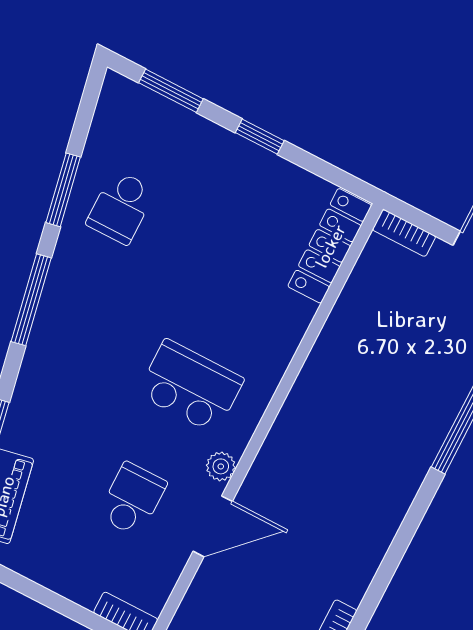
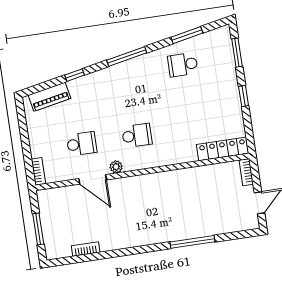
window: (63, 190) -> (187, 35), moved
school desk: (191, 386) -> (137, 135), width x0.54

